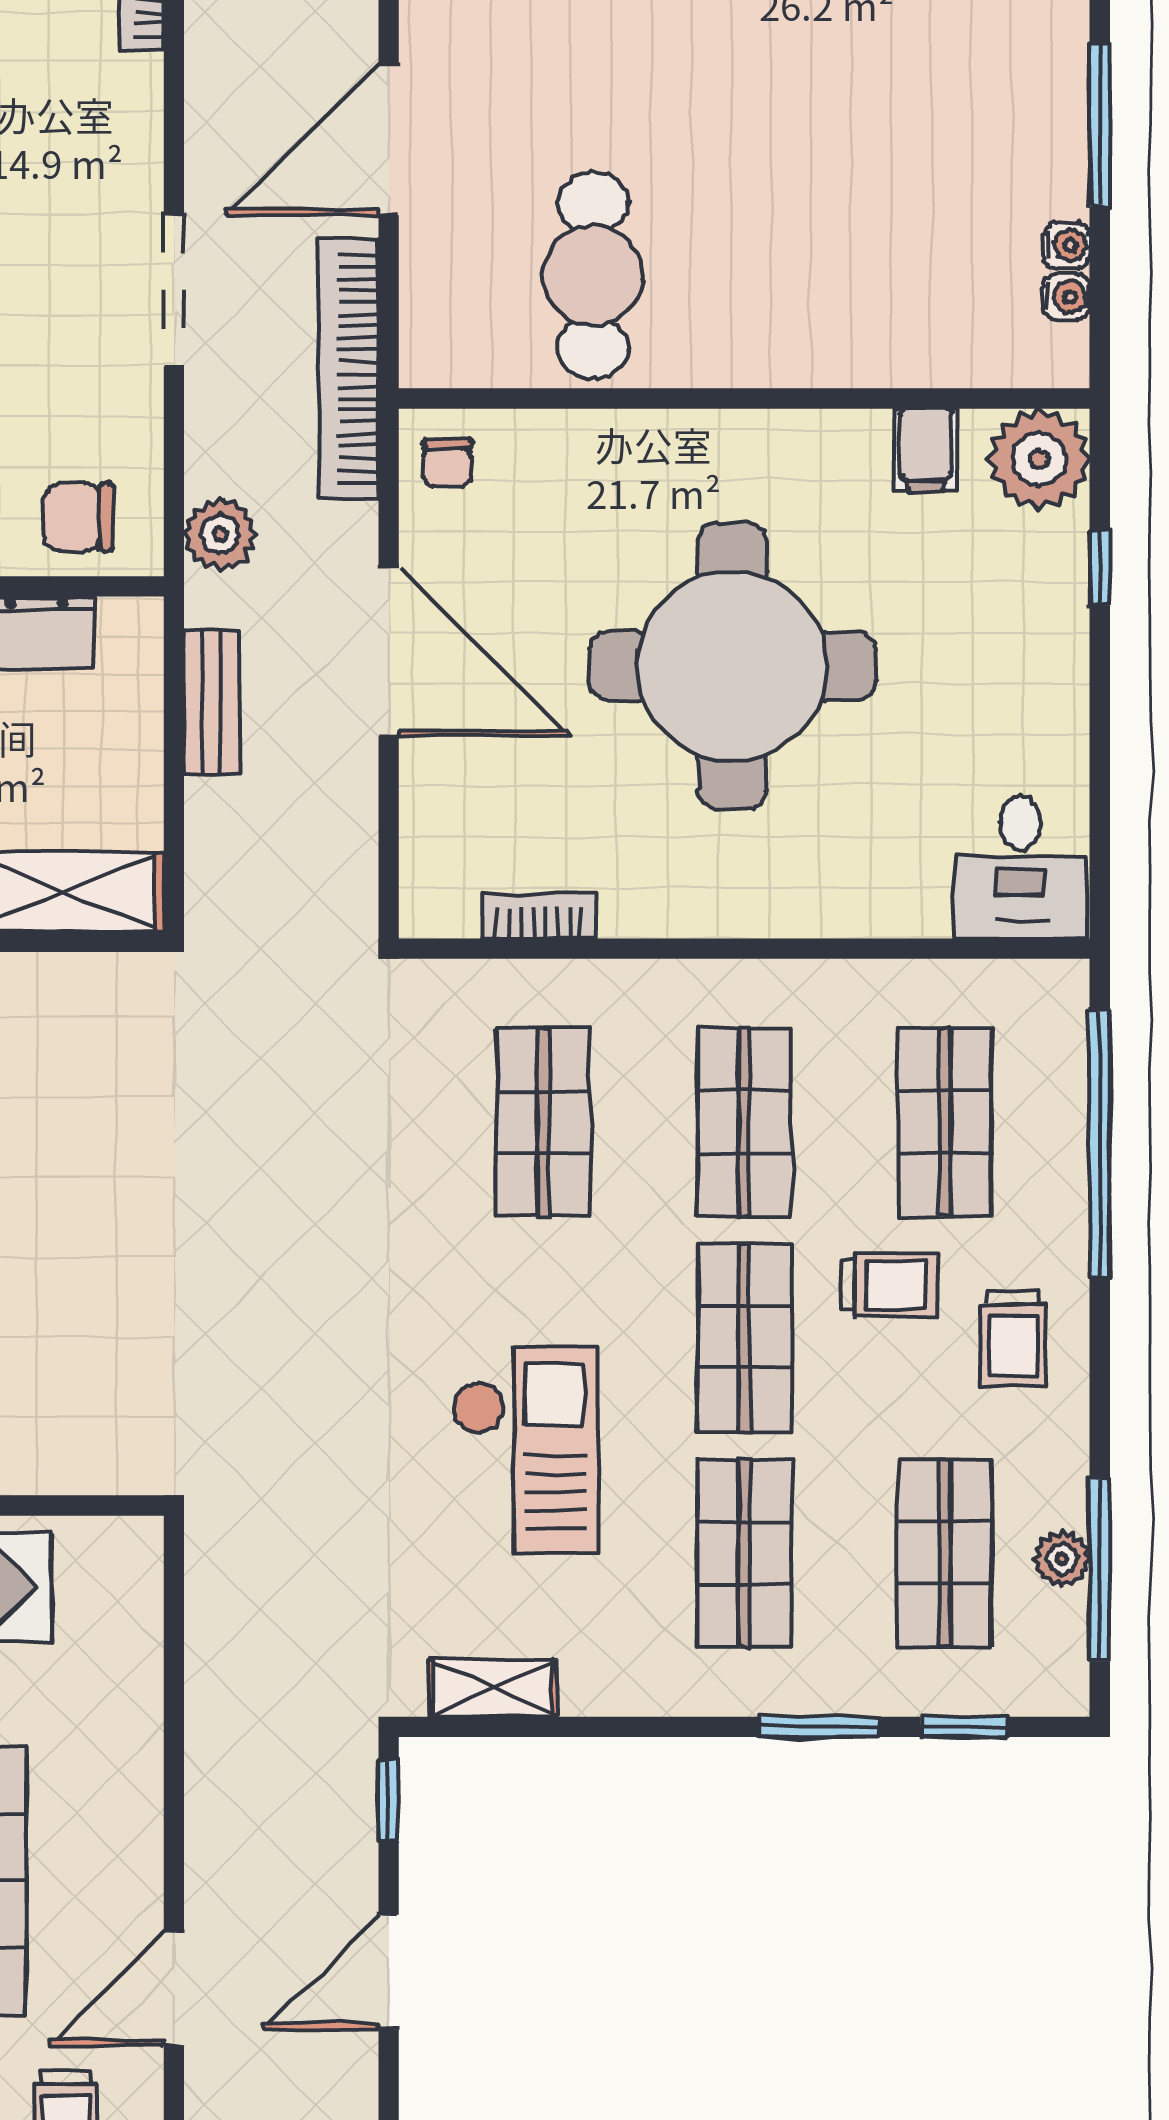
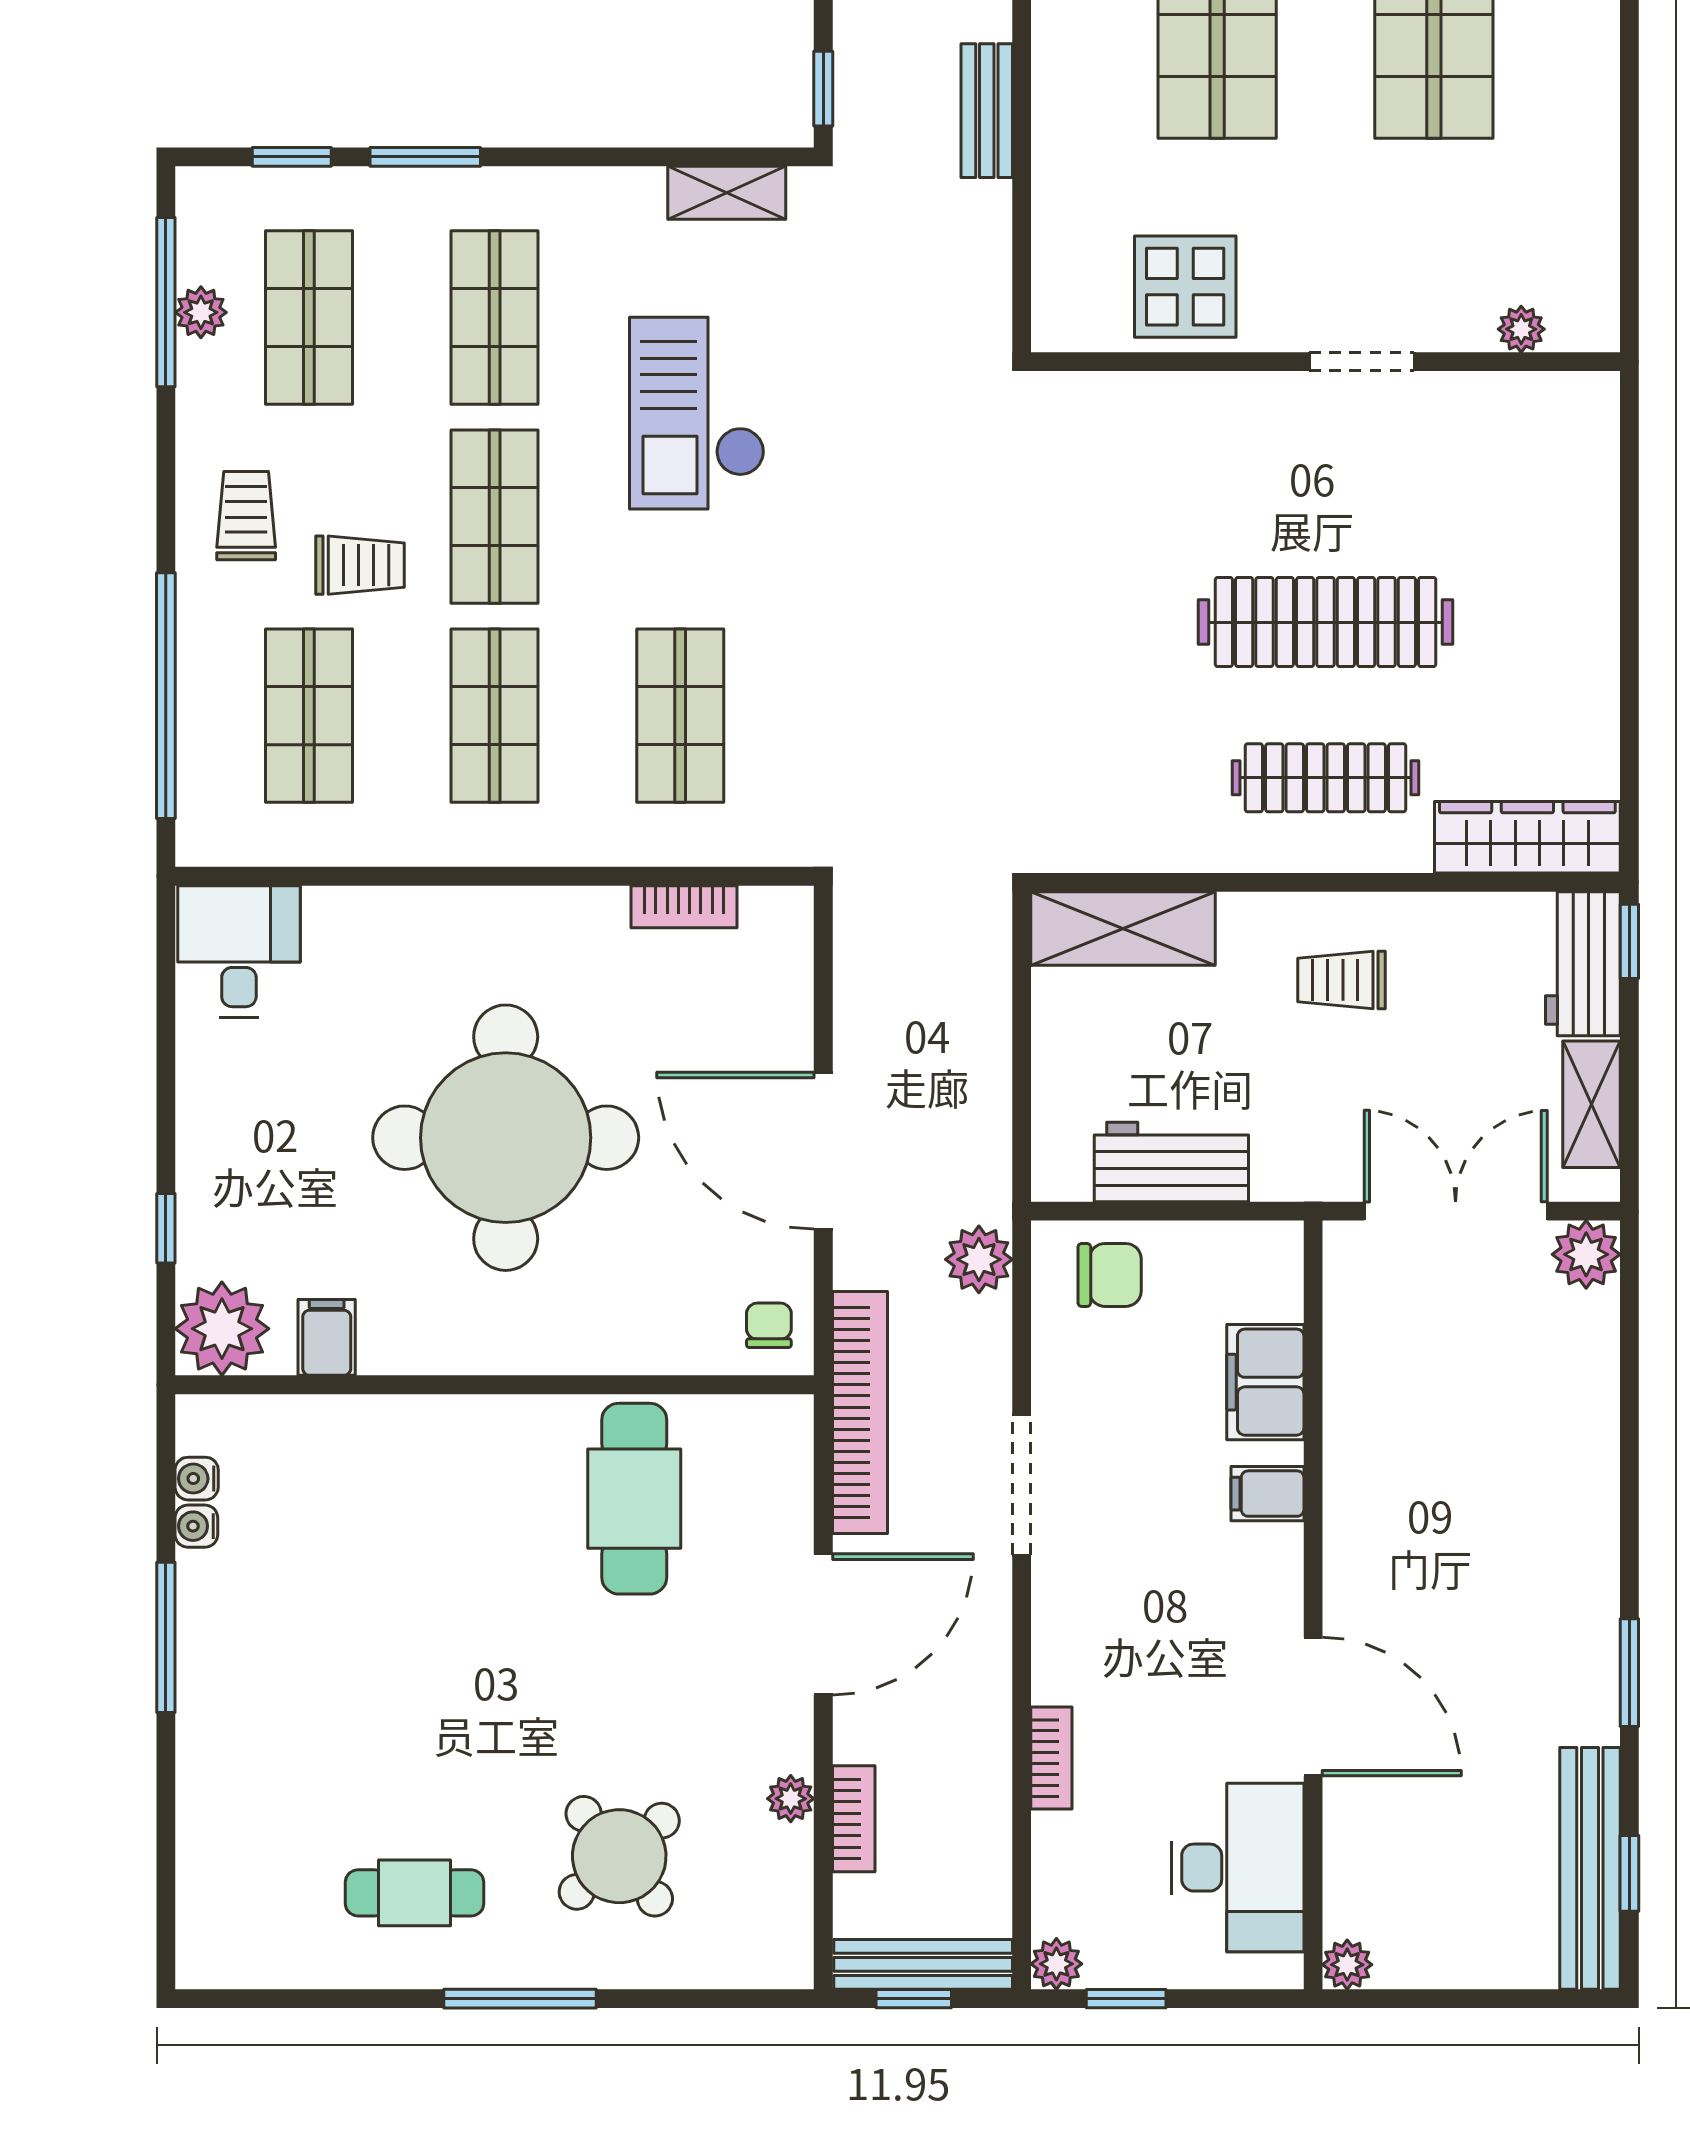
bench: (212, 702) -> (987, 111), moved
trolley: (890, 1285) -> (360, 565), turned 180

